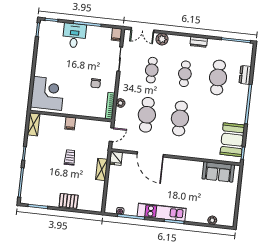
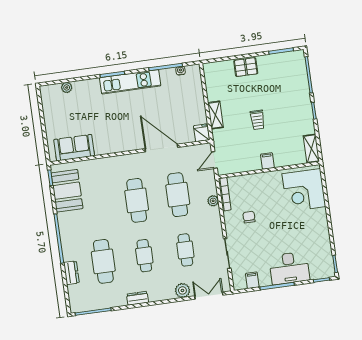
filing cabinet: (117, 35) -> (252, 280), moved
desk: (74, 36) -> (289, 268), width x1.37

